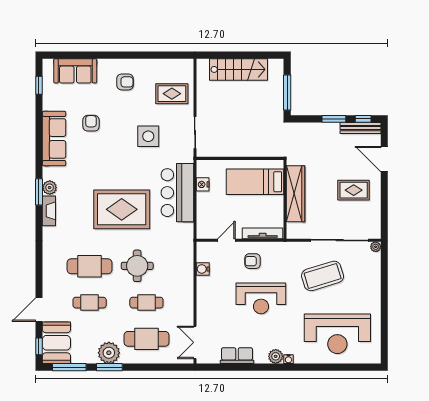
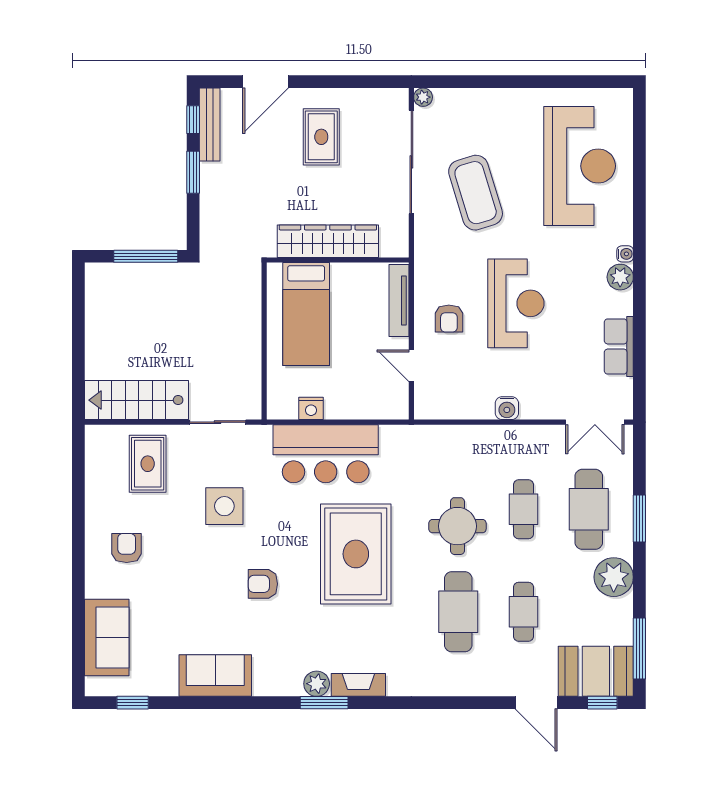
stairs: (238, 69) -> (137, 400), moved, turned -90
armchair: (91, 123) -> (263, 584), moved
sofa: (54, 138) -> (215, 676), width x0.73
water cooler: (203, 269) -> (507, 408), moved
window: (109, 367) -> (639, 518), moved

